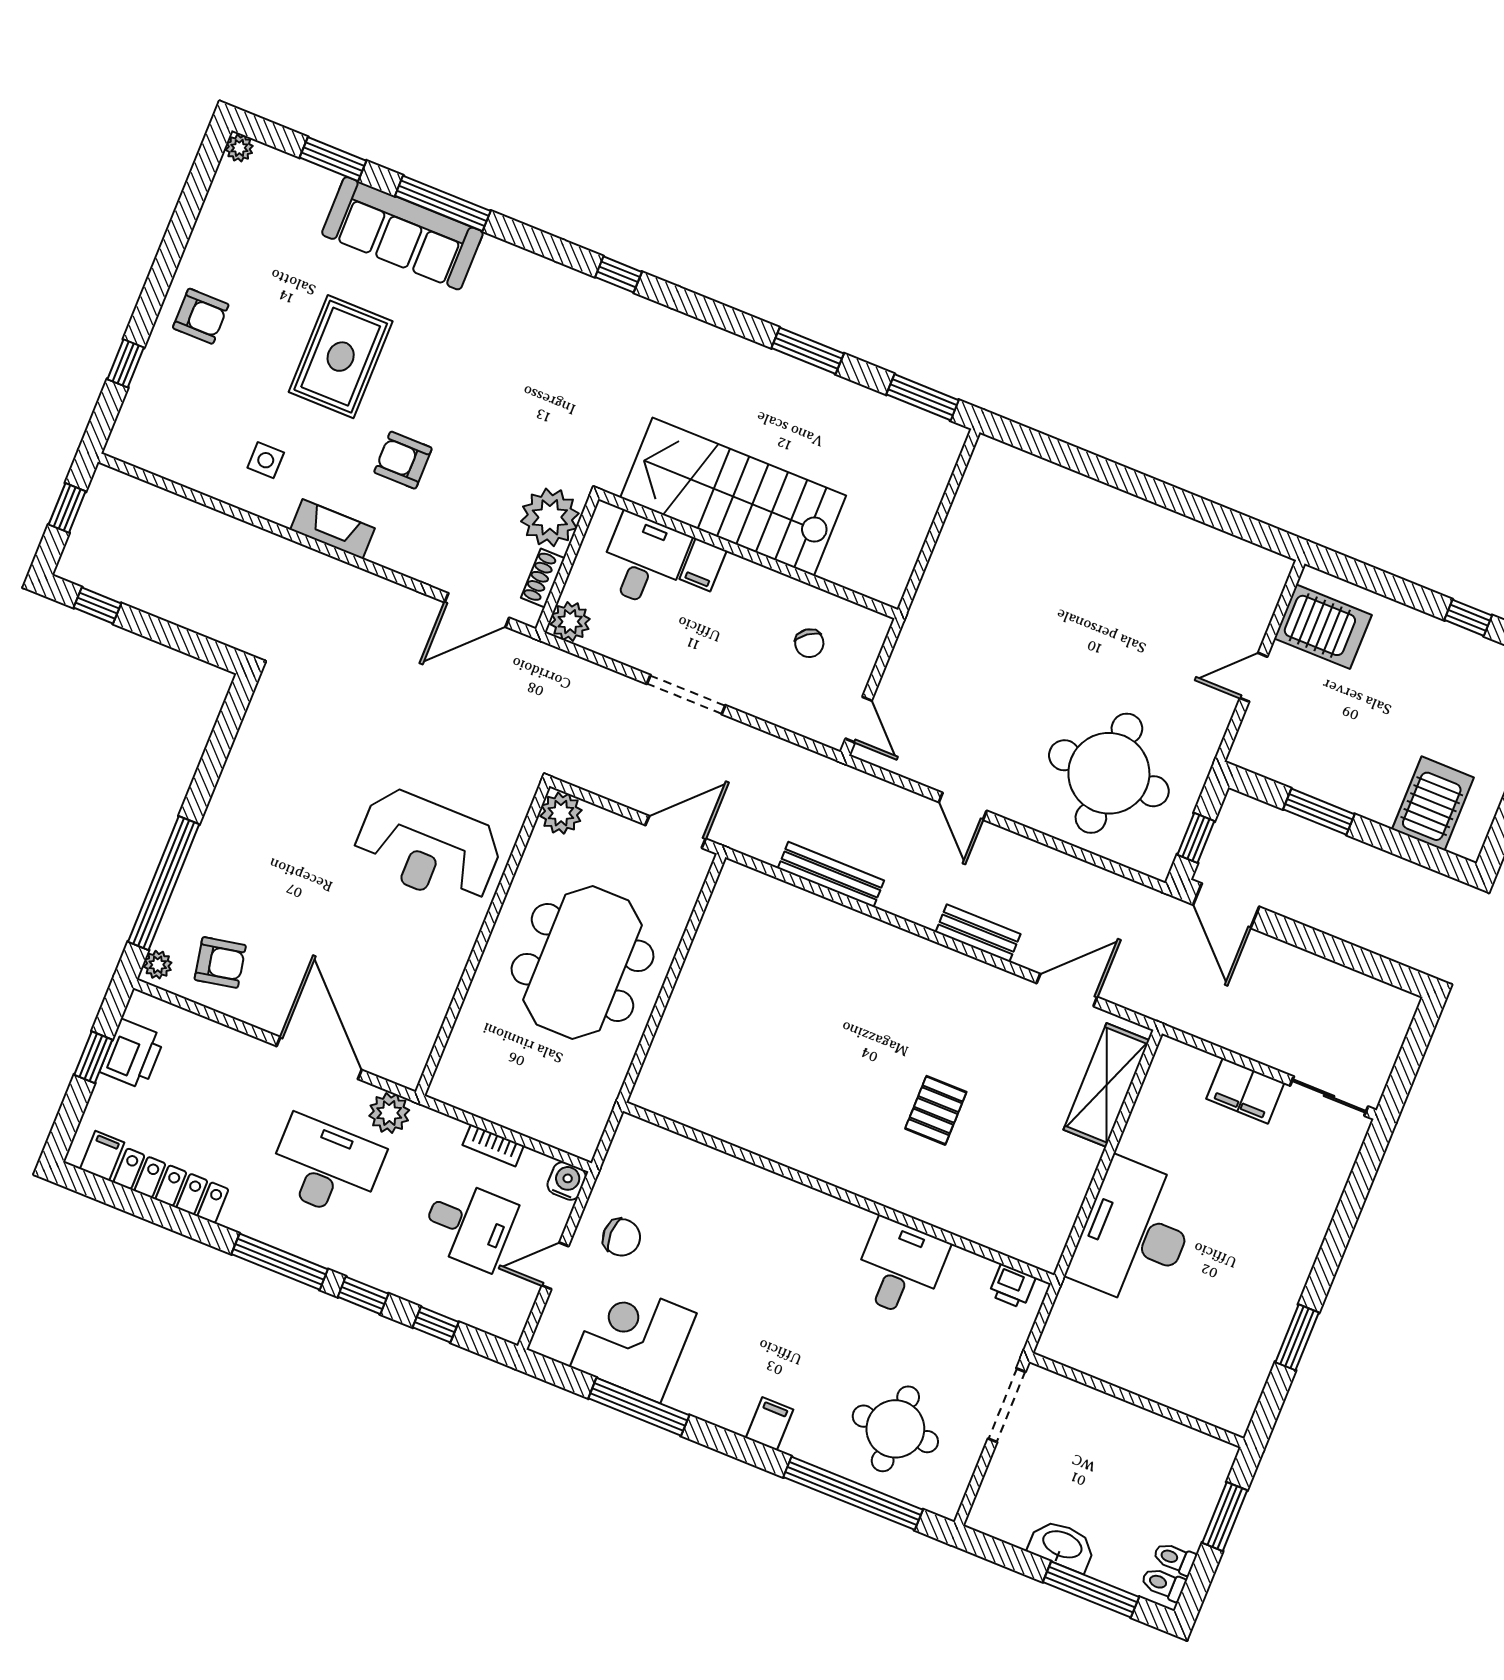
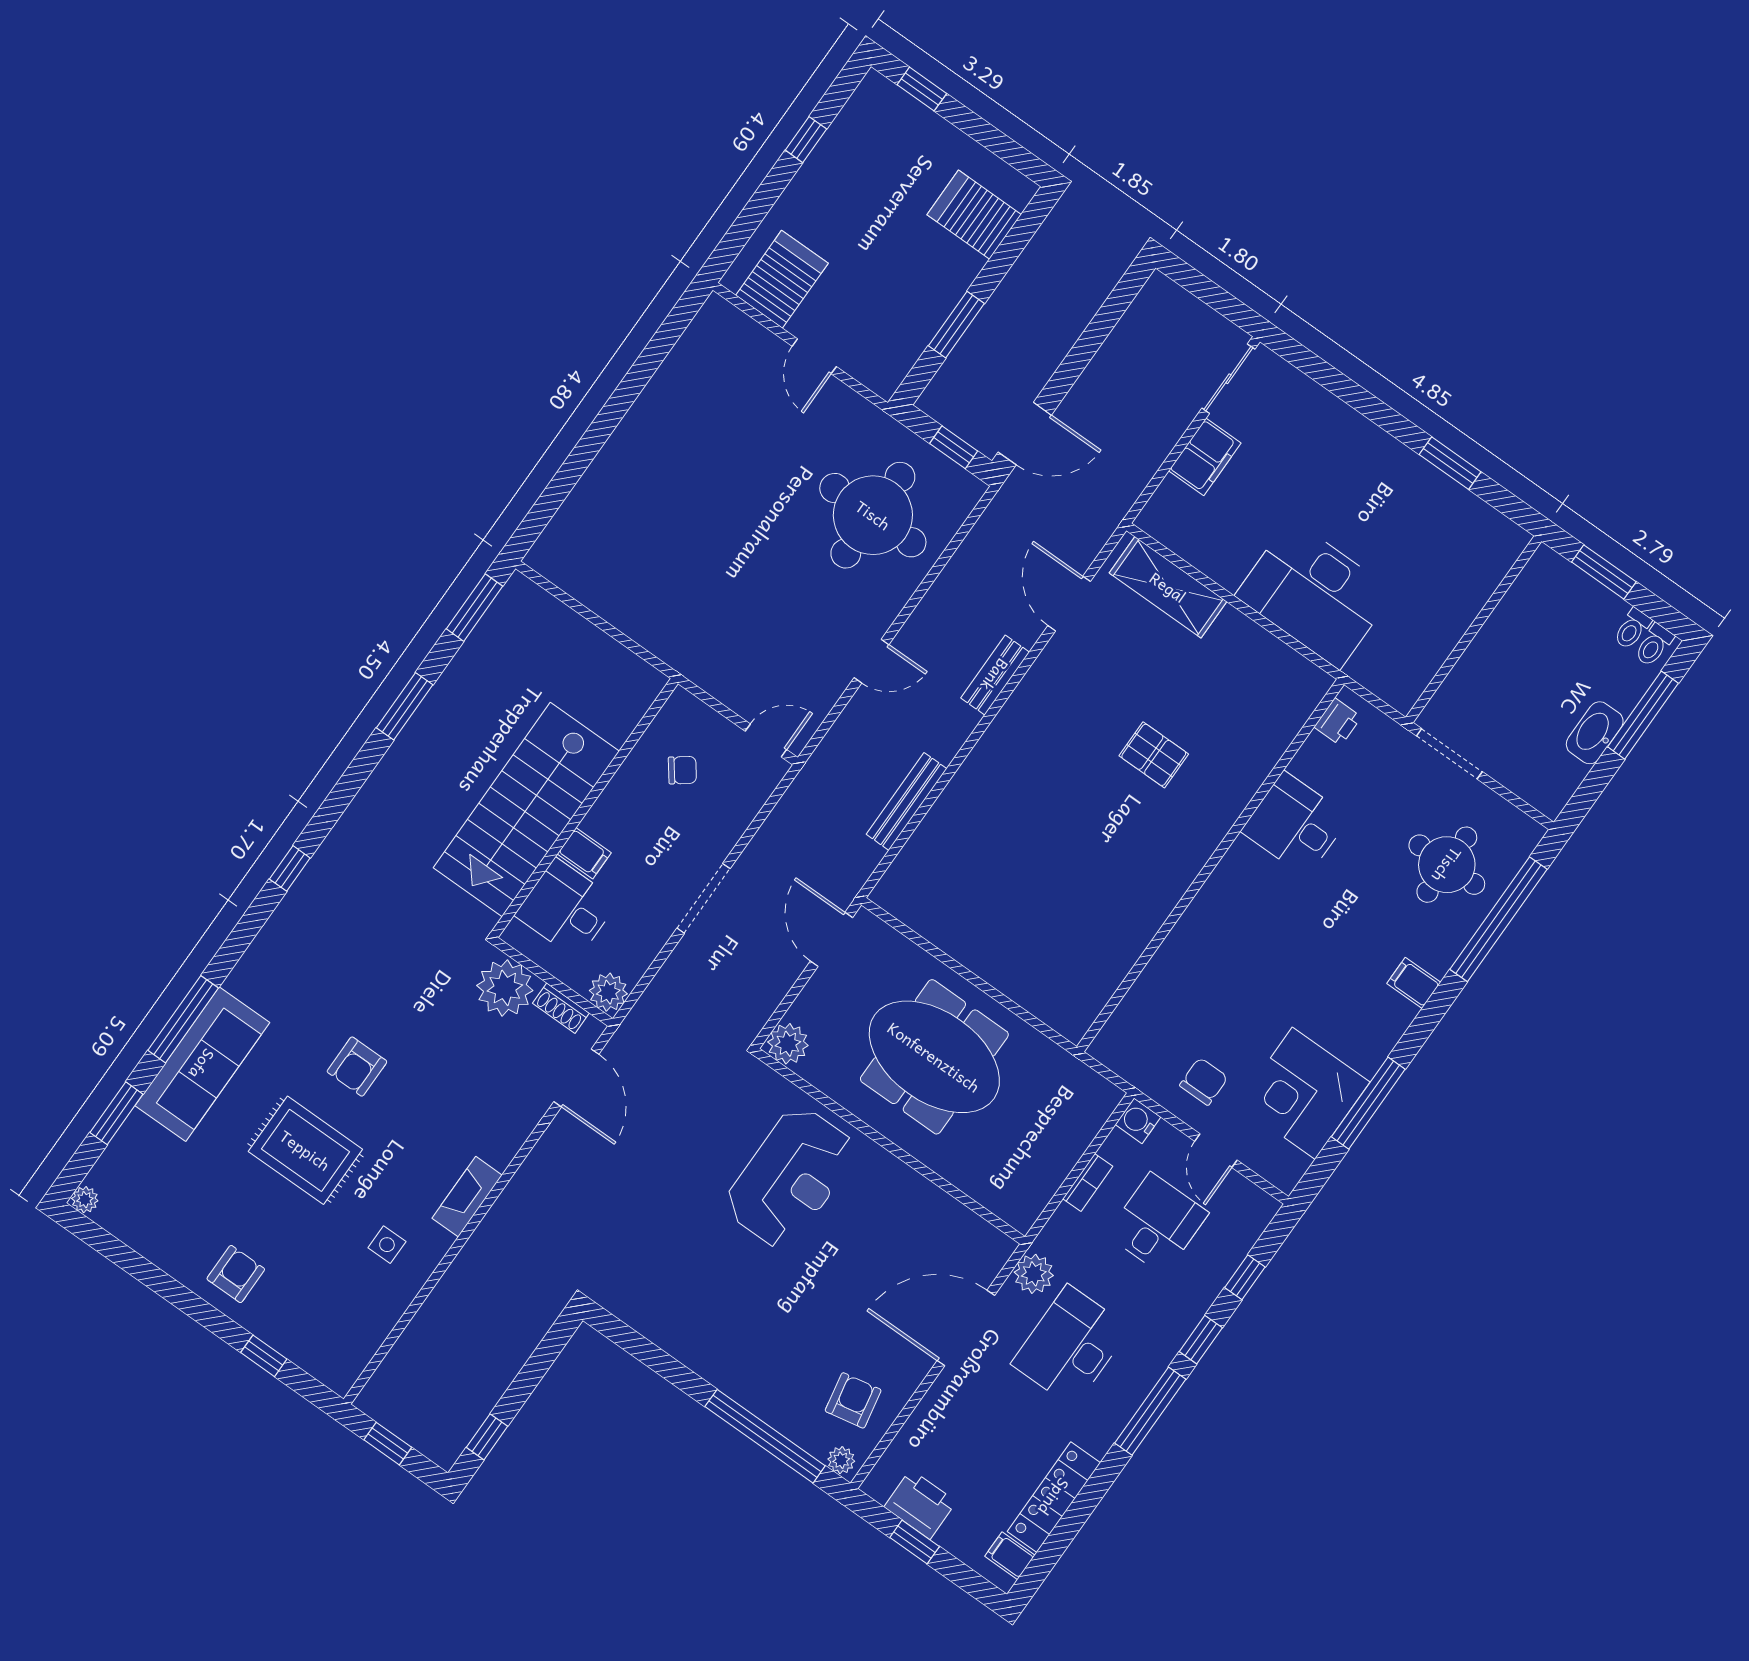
armchair: (403, 460) -> (357, 1067), moved

